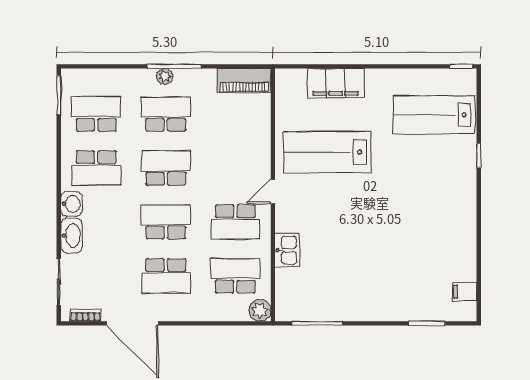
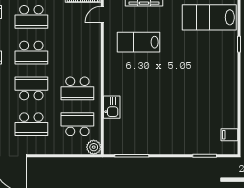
school desk: (166, 114) -> (31, 17), turned 180
lab bench: (327, 152) -> (139, 42), width x0.73, depth x0.72
school desk: (166, 168) -> (31, 53), turned 180
door: (273, 192) -> (102, 14), moved

